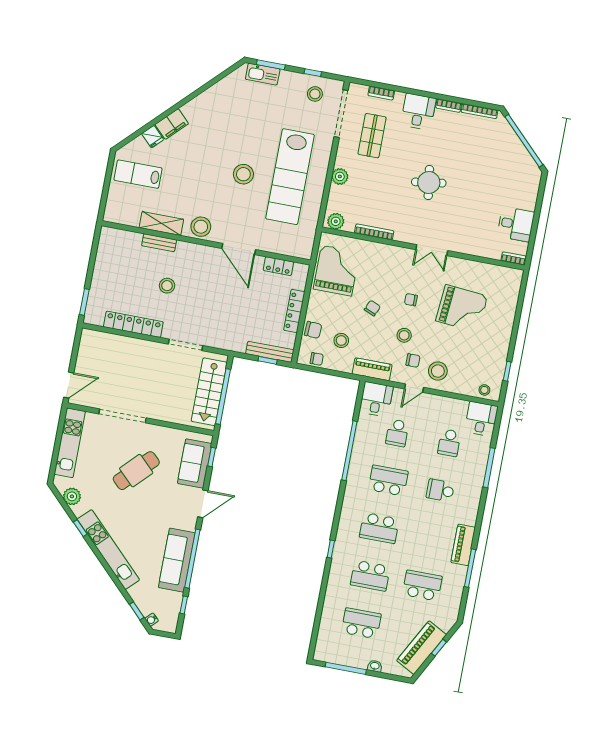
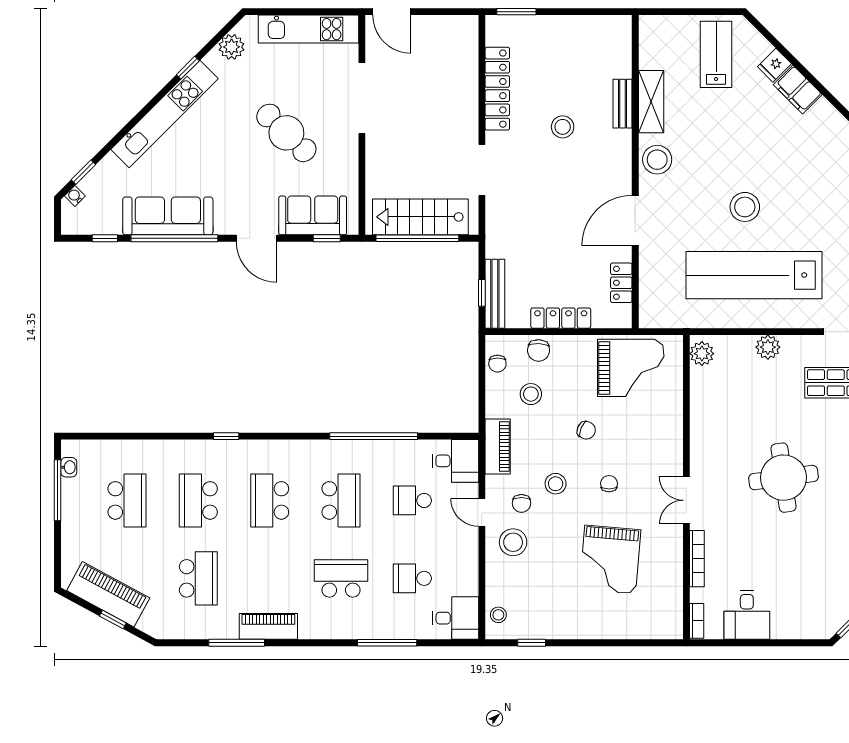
round table: (429, 182) -> (783, 478), width x1.36, depth x1.36
bookcase: (374, 232) -> (697, 559), moved
school desk: (440, 490) -> (341, 578), width x1.85
washbasin: (375, 666) -> (69, 467), moved

